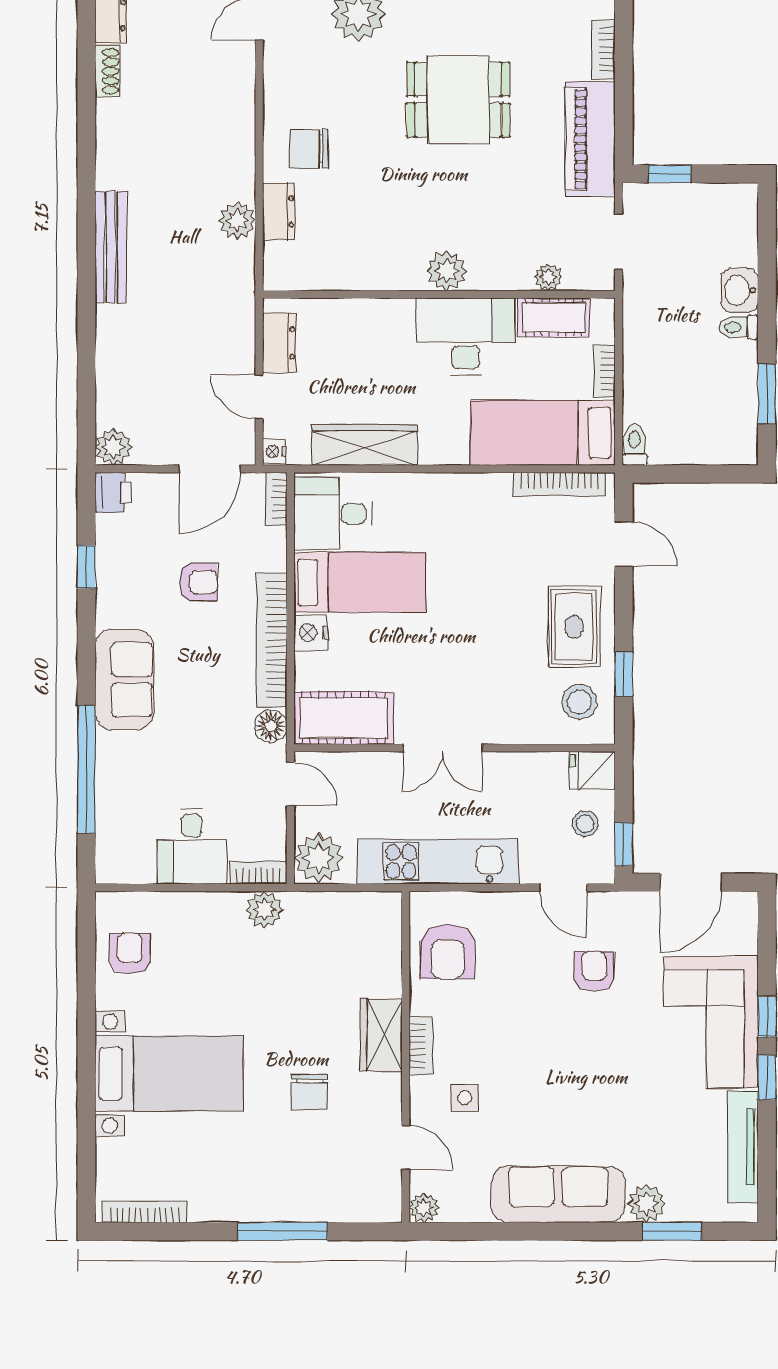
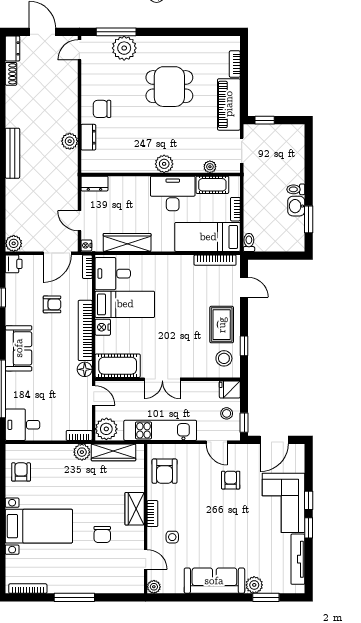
washbasin: (739, 290) -> (296, 206), moved
dresser: (279, 343) -> (94, 184), moved, turned 90
desk: (192, 846) -> (23, 425), moved, turned 90
wardrobe: (335, 910) -> (114, 452), added
window: (282, 1231) -> (74, 597), moved

